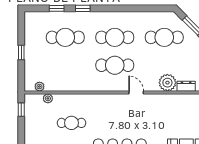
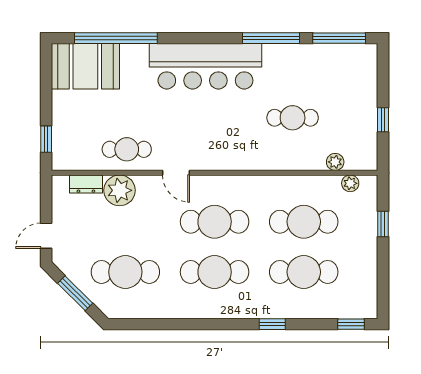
window: (57, 8) -> (351, 324), moved
window: (21, 53) -> (383, 224), moved
cafe table: (65, 65) -> (304, 222), added
cafe table: (163, 105) -> (127, 149), added
window: (21, 110) -> (383, 120), moved

